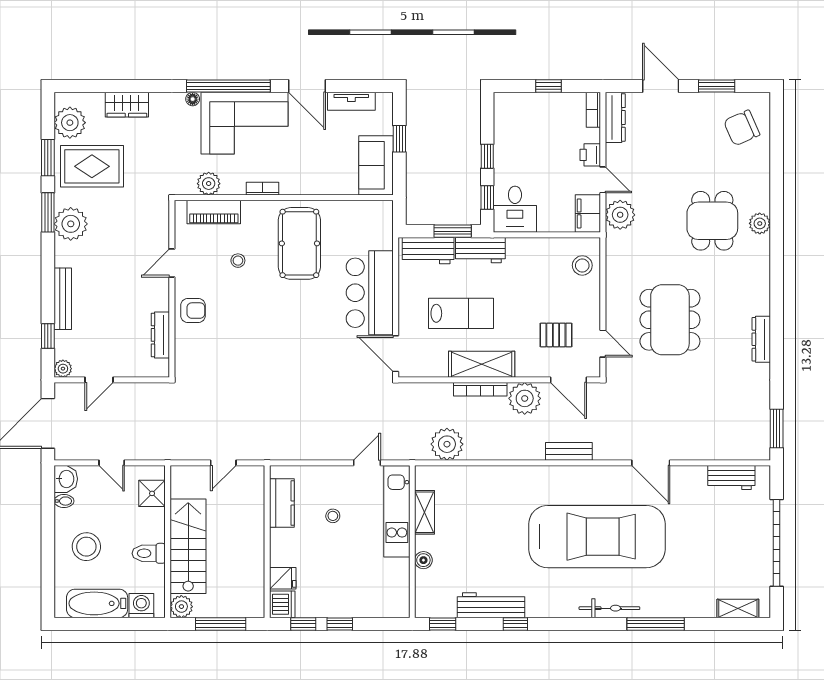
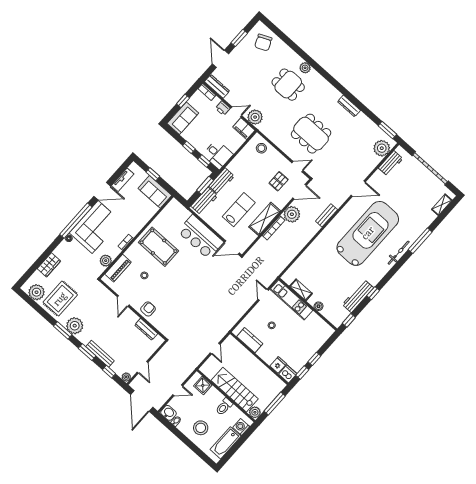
door: (661, 86) -> (220, 59), hinge flipped
sofa: (522, 109) -> (183, 118), added
window: (48, 158) -> (87, 352), moved
plant: (447, 444) -> (382, 148), moved

